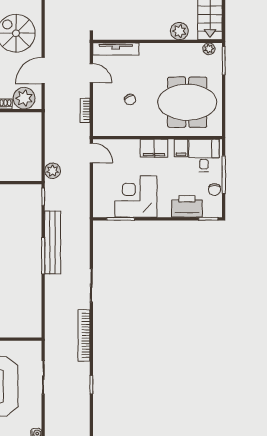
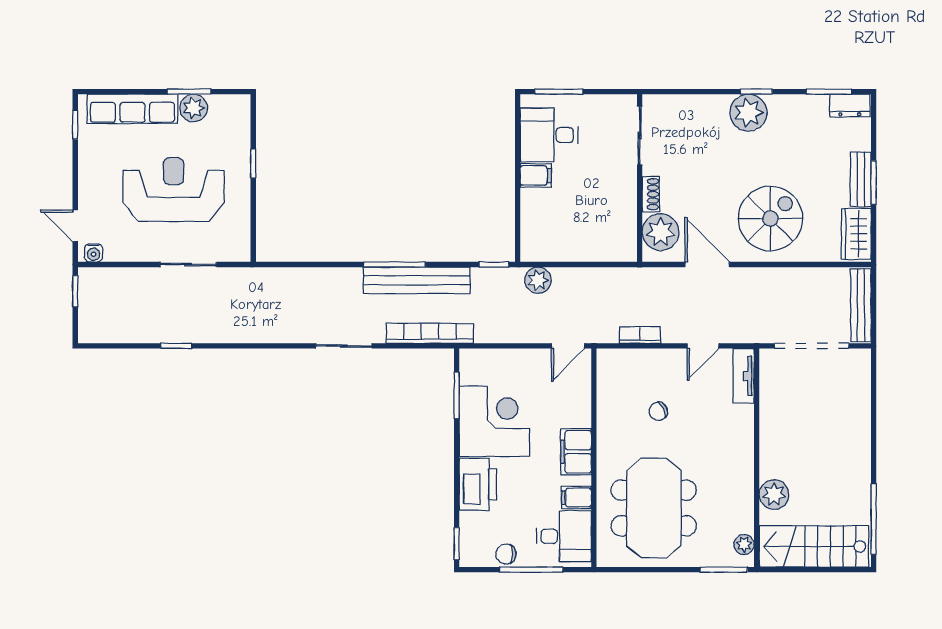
tv unit: (116, 49) -> (744, 376), width x0.71
printer: (187, 206) -> (478, 484), moved
bookcase: (84, 335) -> (430, 333), moved

